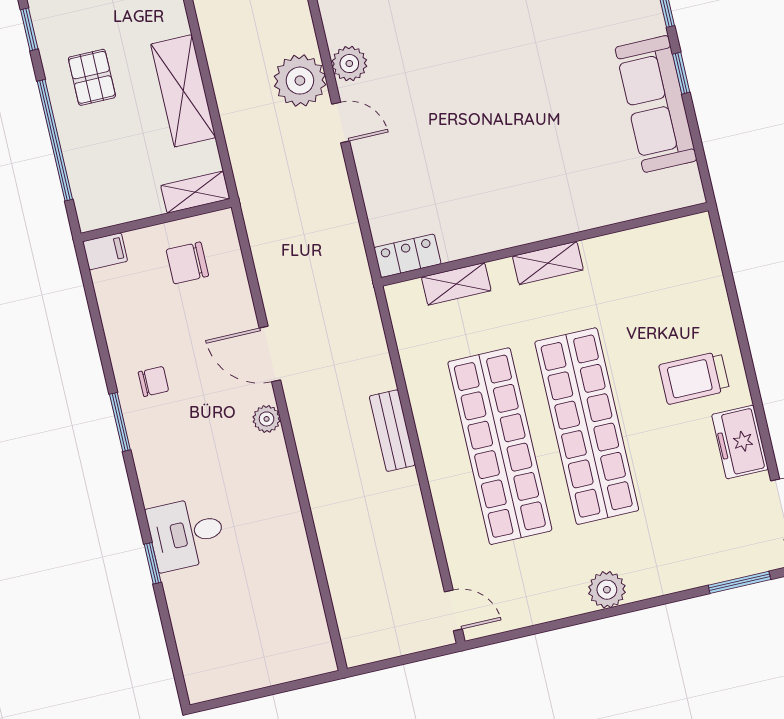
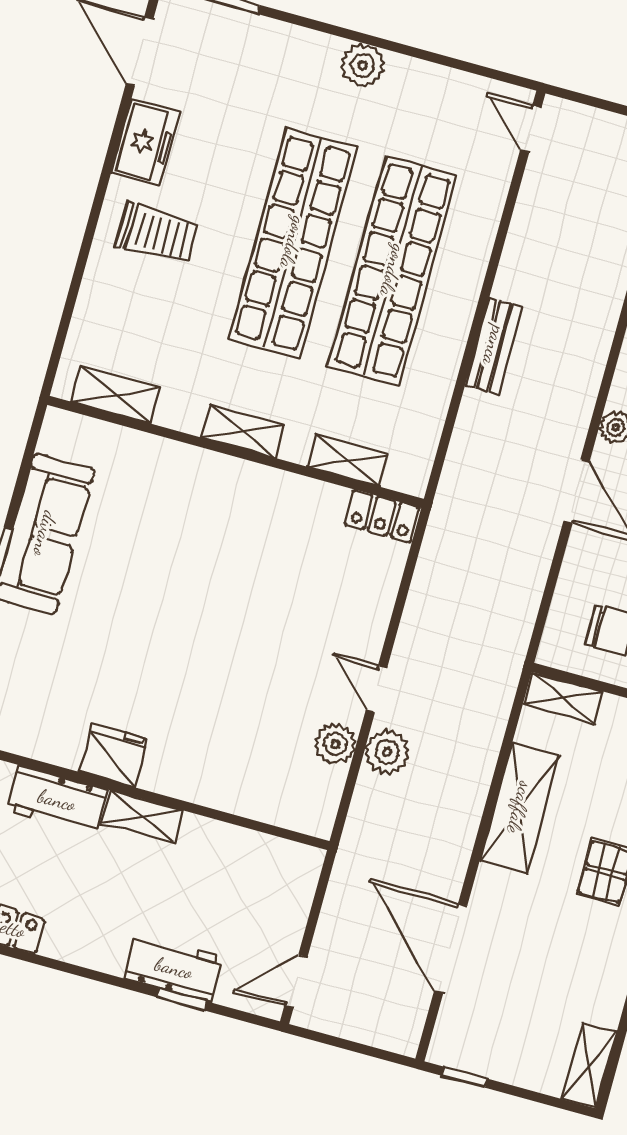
plant: (300, 81) -> (387, 752), width x0.73, depth x0.73
shelving: (659, 239) -> (116, 395), added

